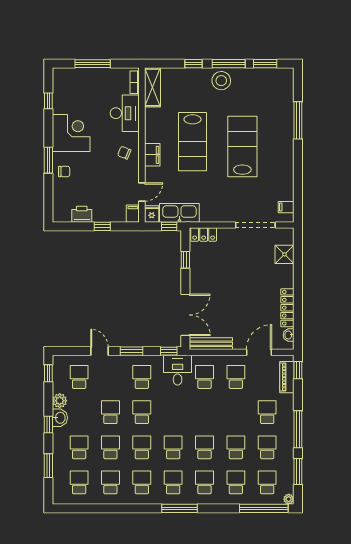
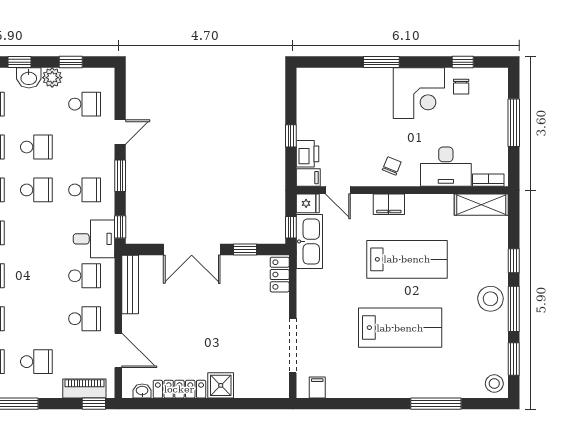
stool: (283, 78) -> (494, 384), added
lab bench: (192, 142) -> (407, 259), turned 180
chair: (64, 172) -> (461, 87), moved
printer: (82, 214) -> (308, 154), moved
shower: (285, 254) -> (221, 385), moved
double door: (185, 315) -> (192, 250), moved
window: (48, 373) -> (71, 62), moved

